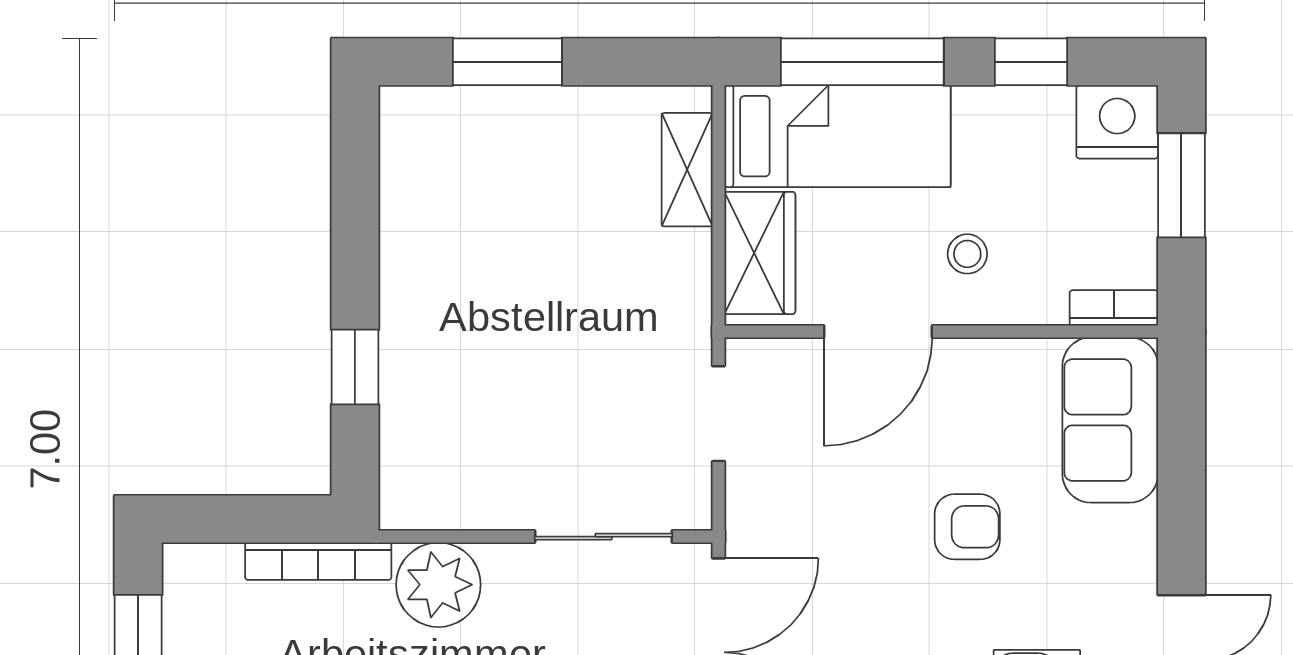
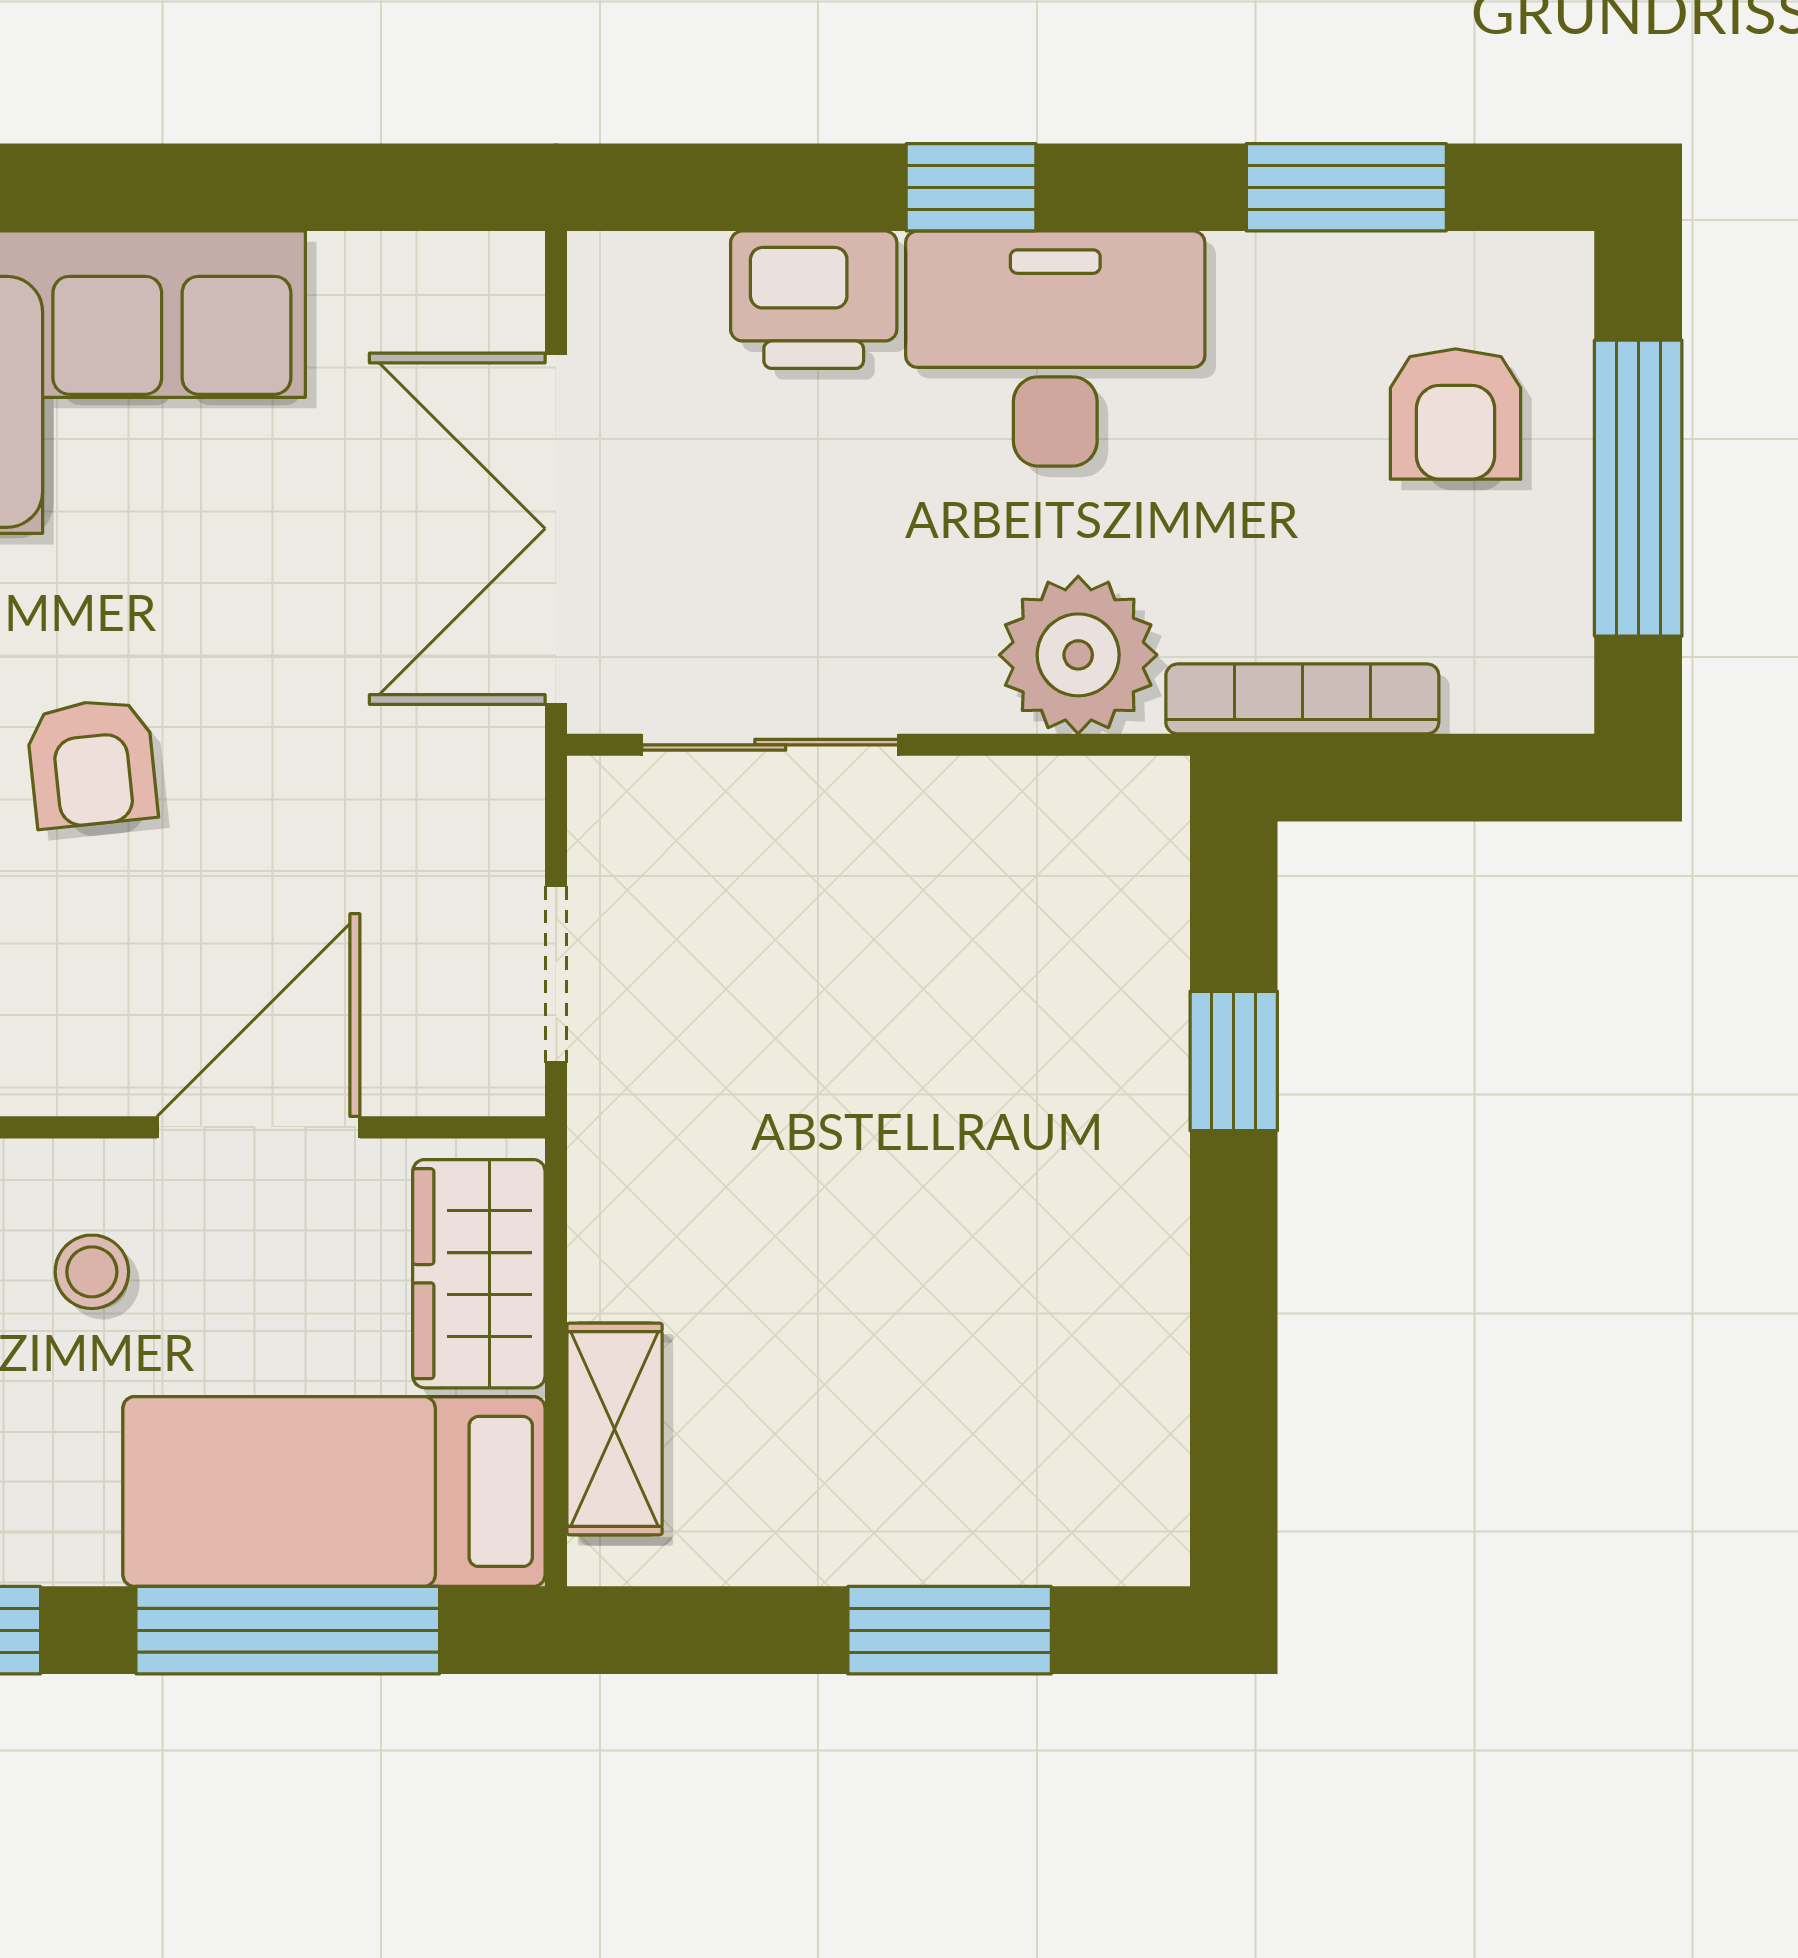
armchair: (967, 527) -> (92, 763), turned -96

